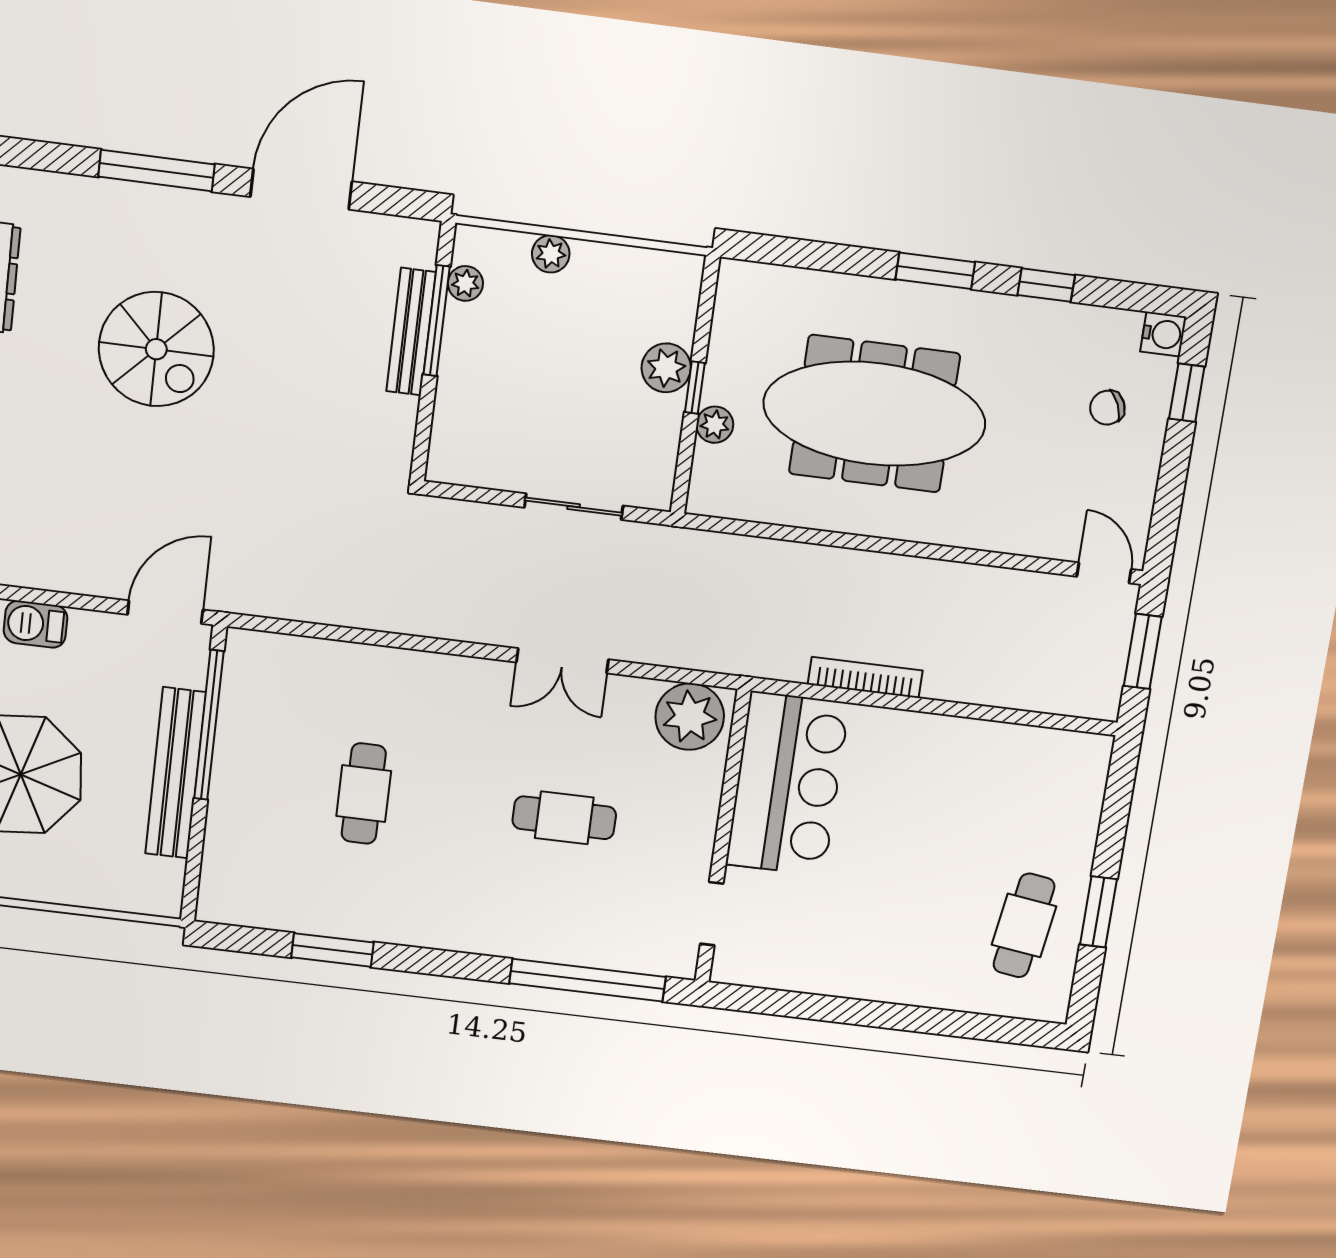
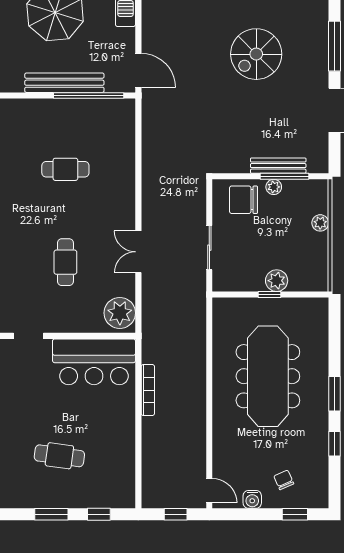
plant: (465, 283) -> (274, 187), moved
water cooler: (1163, 334) -> (252, 499), moved
chair: (478, 418) -> (244, 200), added
plant: (715, 425) -> (254, 306), removed
door: (1104, 573) -> (209, 491), hinge flipped
window: (1143, 651) -> (176, 514), width x0.67
window: (1115, 813) -> (99, 514), added
cafe table: (1024, 925) -> (59, 456), moved

